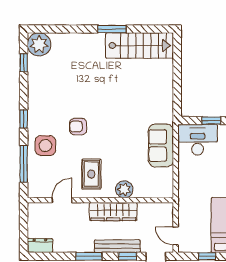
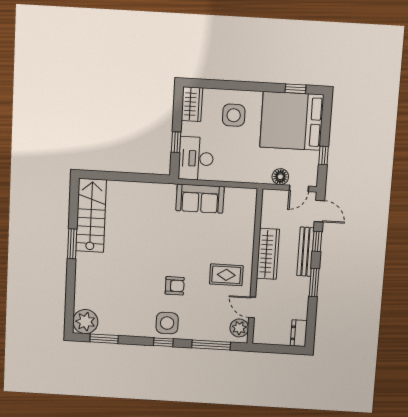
window: (24, 63) -> (104, 339), width x1.50
armchair: (78, 127) -> (175, 286), turned -90
side table: (45, 146) -> (167, 323), moved
plant: (124, 189) -> (239, 328), moved
floor lamp: (185, 218) -> (280, 177), added

